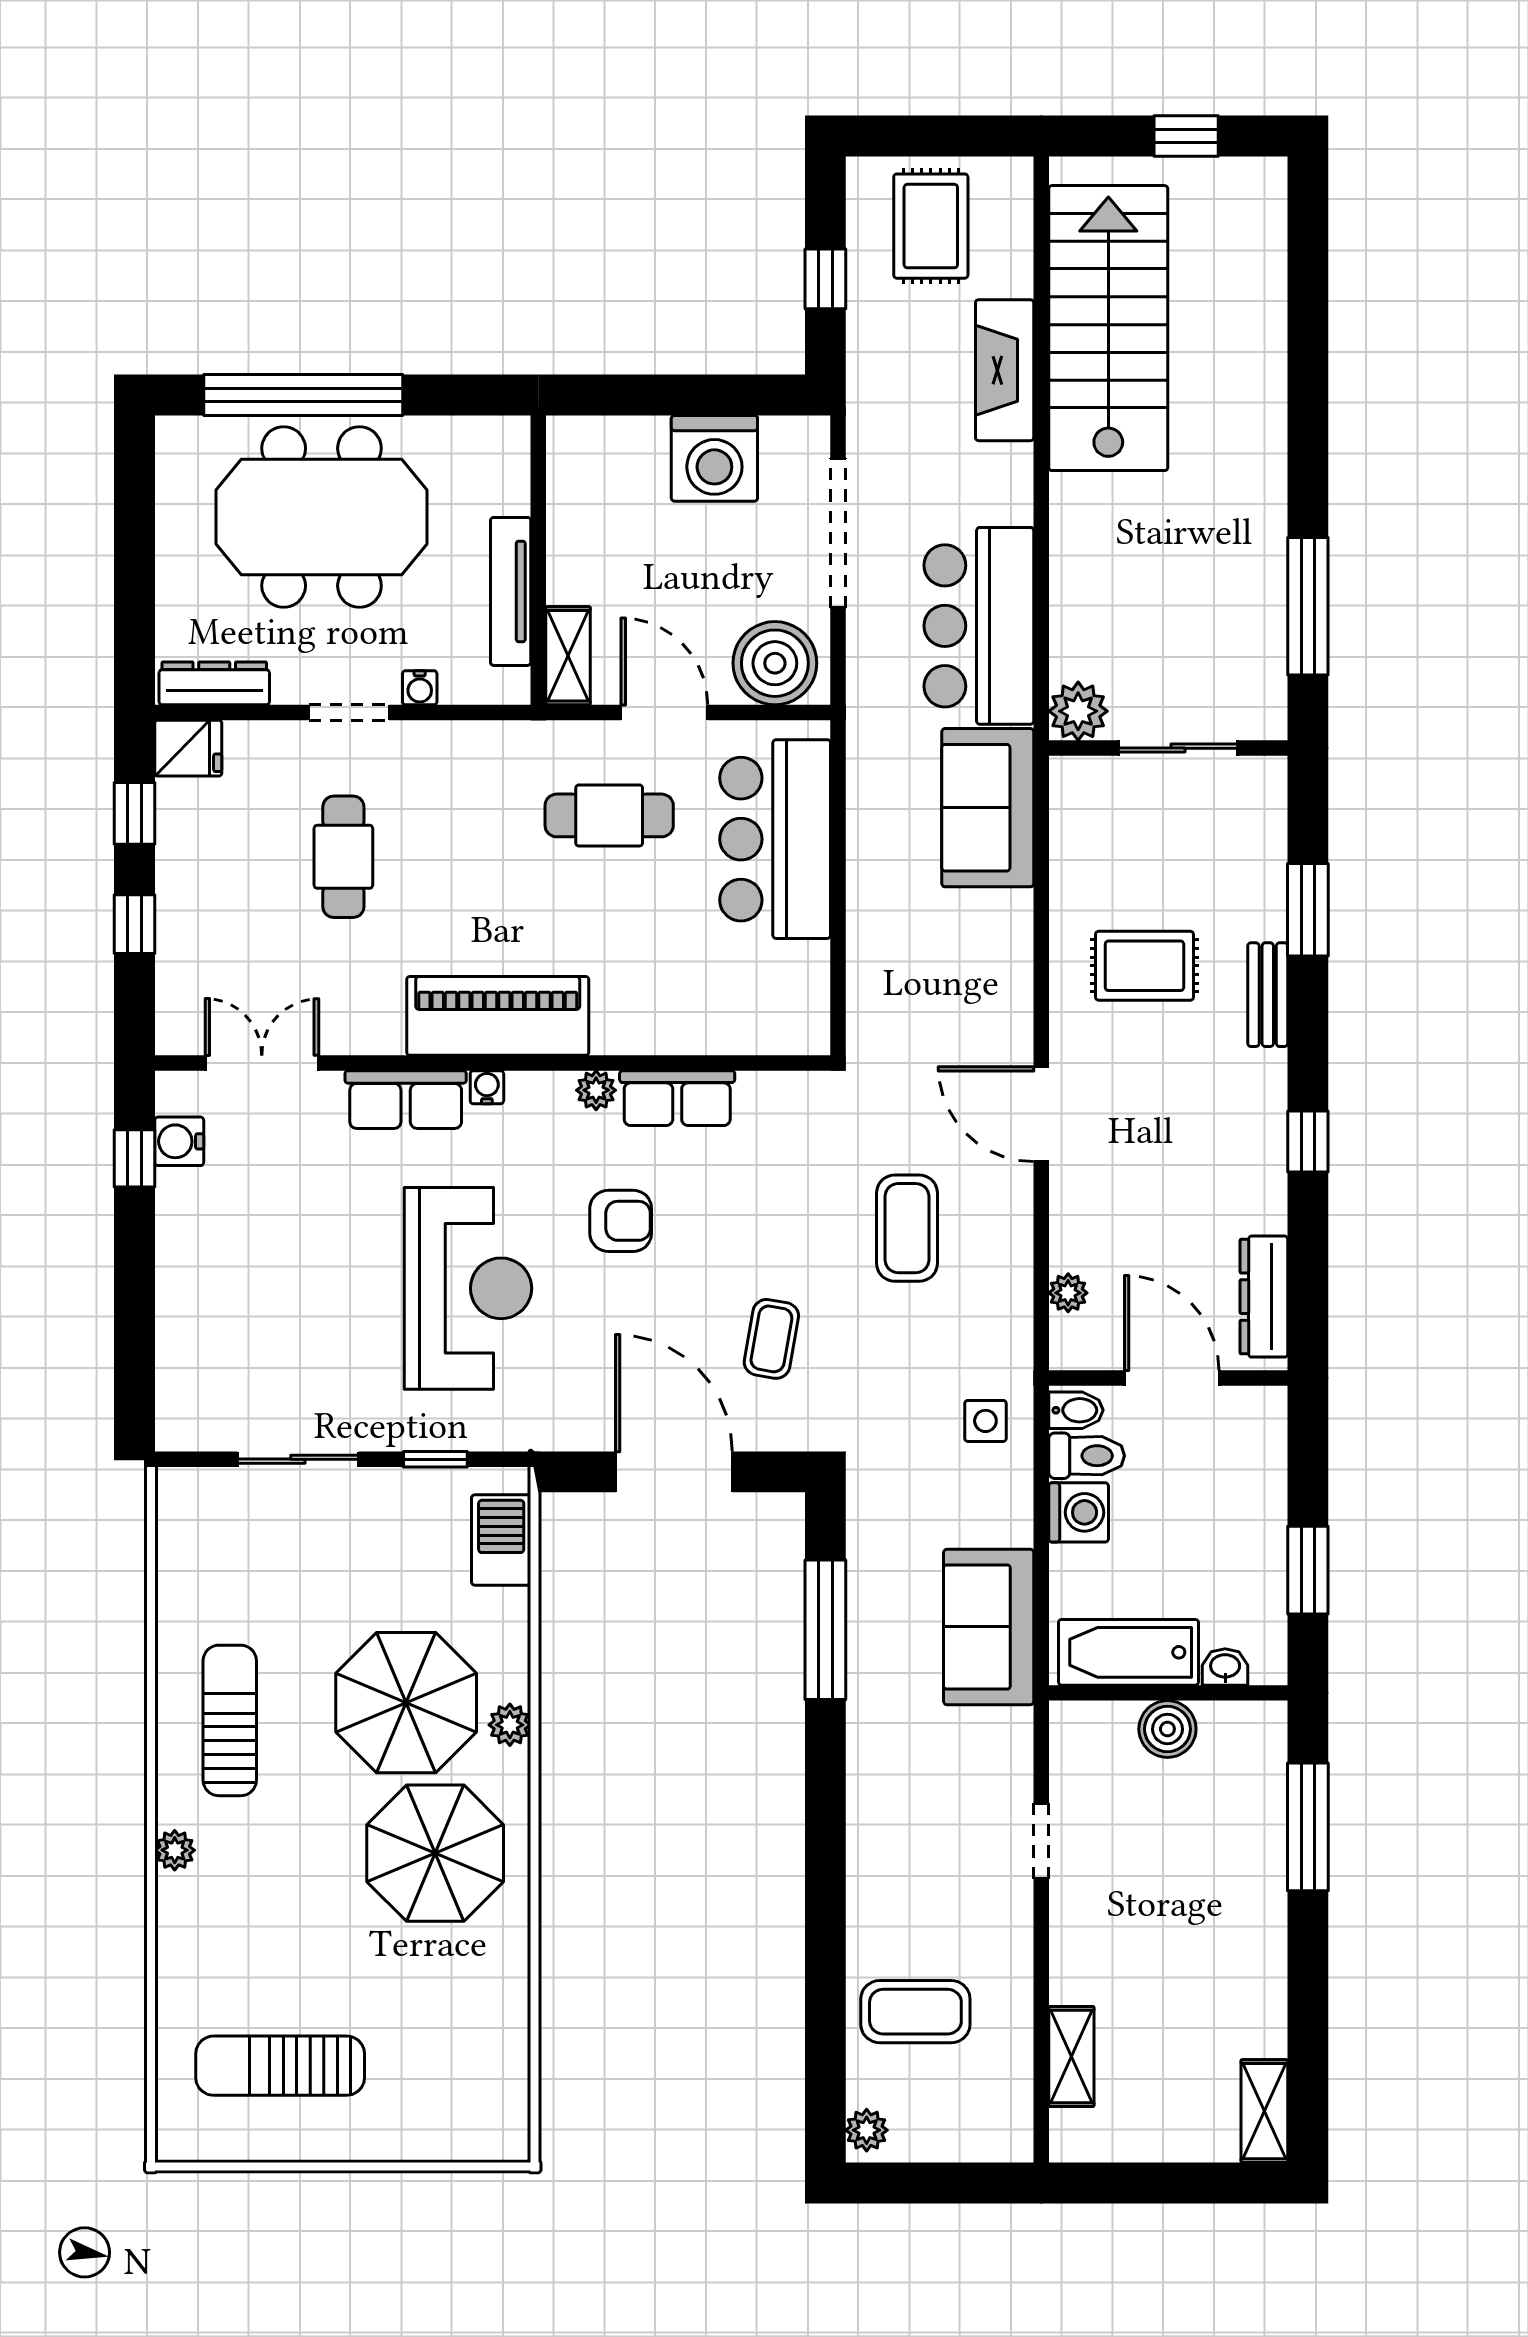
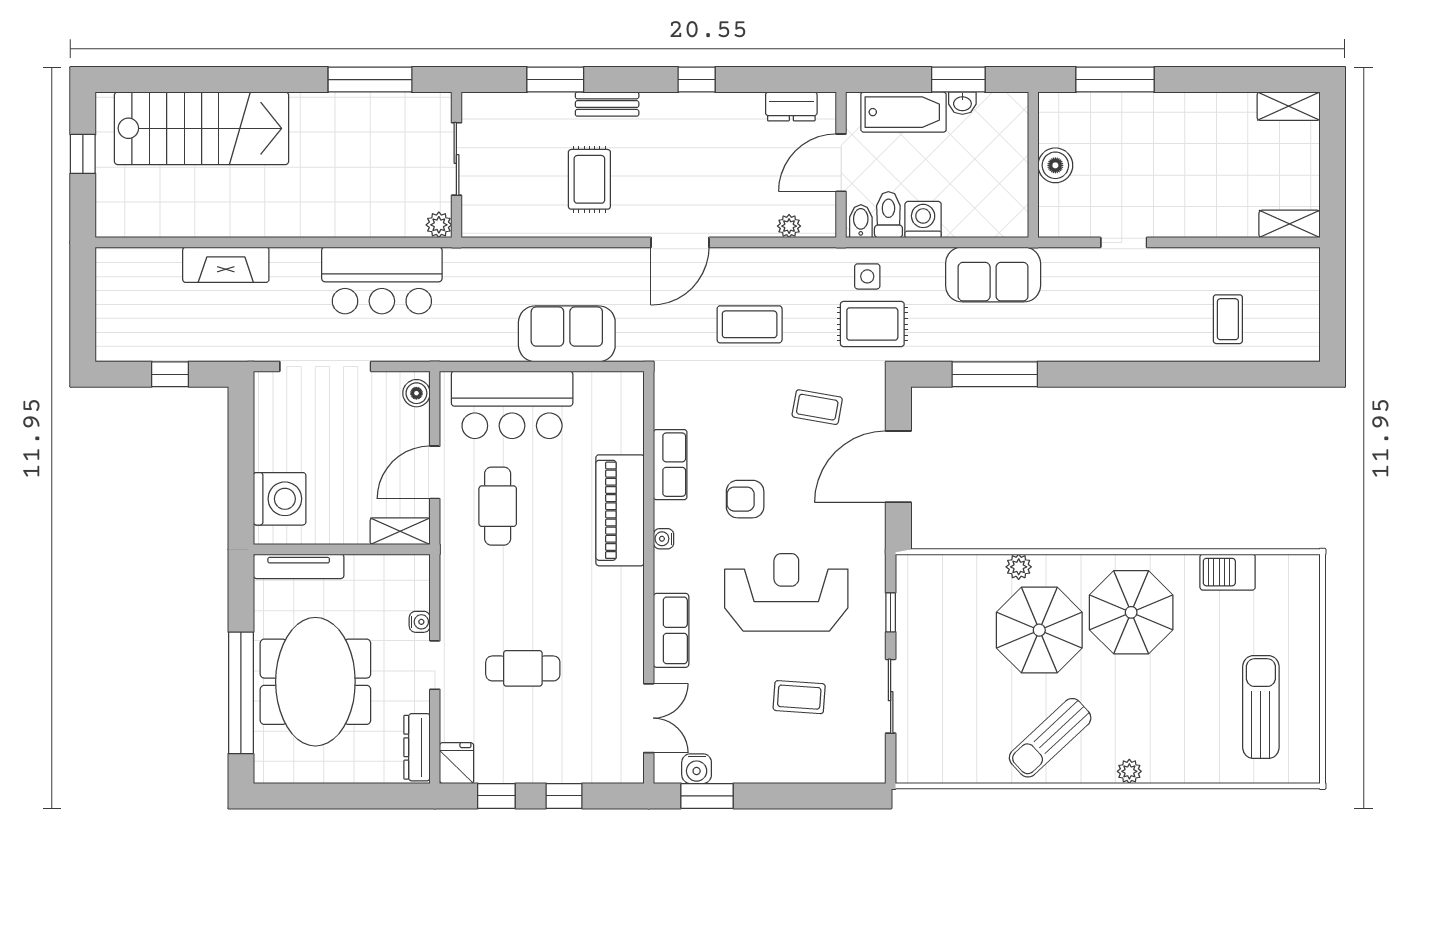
rug: (931, 226) -> (872, 324), moved
stairs: (1108, 328) -> (202, 128), moved, turned 180
washing machine: (714, 458) -> (280, 499), moved
tv unit: (511, 591) -> (299, 566), moved
boiler: (775, 663) -> (416, 393), width x0.54, depth x0.54
plant: (1078, 711) -> (439, 225), width x0.73, depth x0.73
sofa: (988, 808) -> (567, 334), moved, turned 180
piano: (498, 1016) -> (620, 510), moved
double door: (262, 1063) -> (649, 718), swing flipped
water cooler: (487, 1087) -> (664, 539), moved
plant: (596, 1090) -> (665, 514), removed
window: (134, 1158) -> (707, 796), width x1.50
armchair: (621, 1221) -> (745, 499), turned -90
dresser: (1264, 1297) -> (791, 106), width x0.70
coffee table: (296, 1309) -> (799, 697), added
barbecue: (501, 1540) -> (1228, 572), moved
bathtub: (1128, 1652) -> (904, 112), moved, turned -90
washbasin: (1225, 1667) -> (962, 103), moved, turned -90
sun lounger: (230, 1720) -> (1050, 738), turned -43
plant: (510, 1725) -> (1019, 567), moved
coffee table: (915, 2012) -> (1228, 319), width x0.73, depth x0.77
shelving: (1071, 2056) -> (1290, 224), moved
sun lounger: (280, 2066) -> (1261, 707), turned 180
plant: (867, 2130) -> (1300, 349), removed

